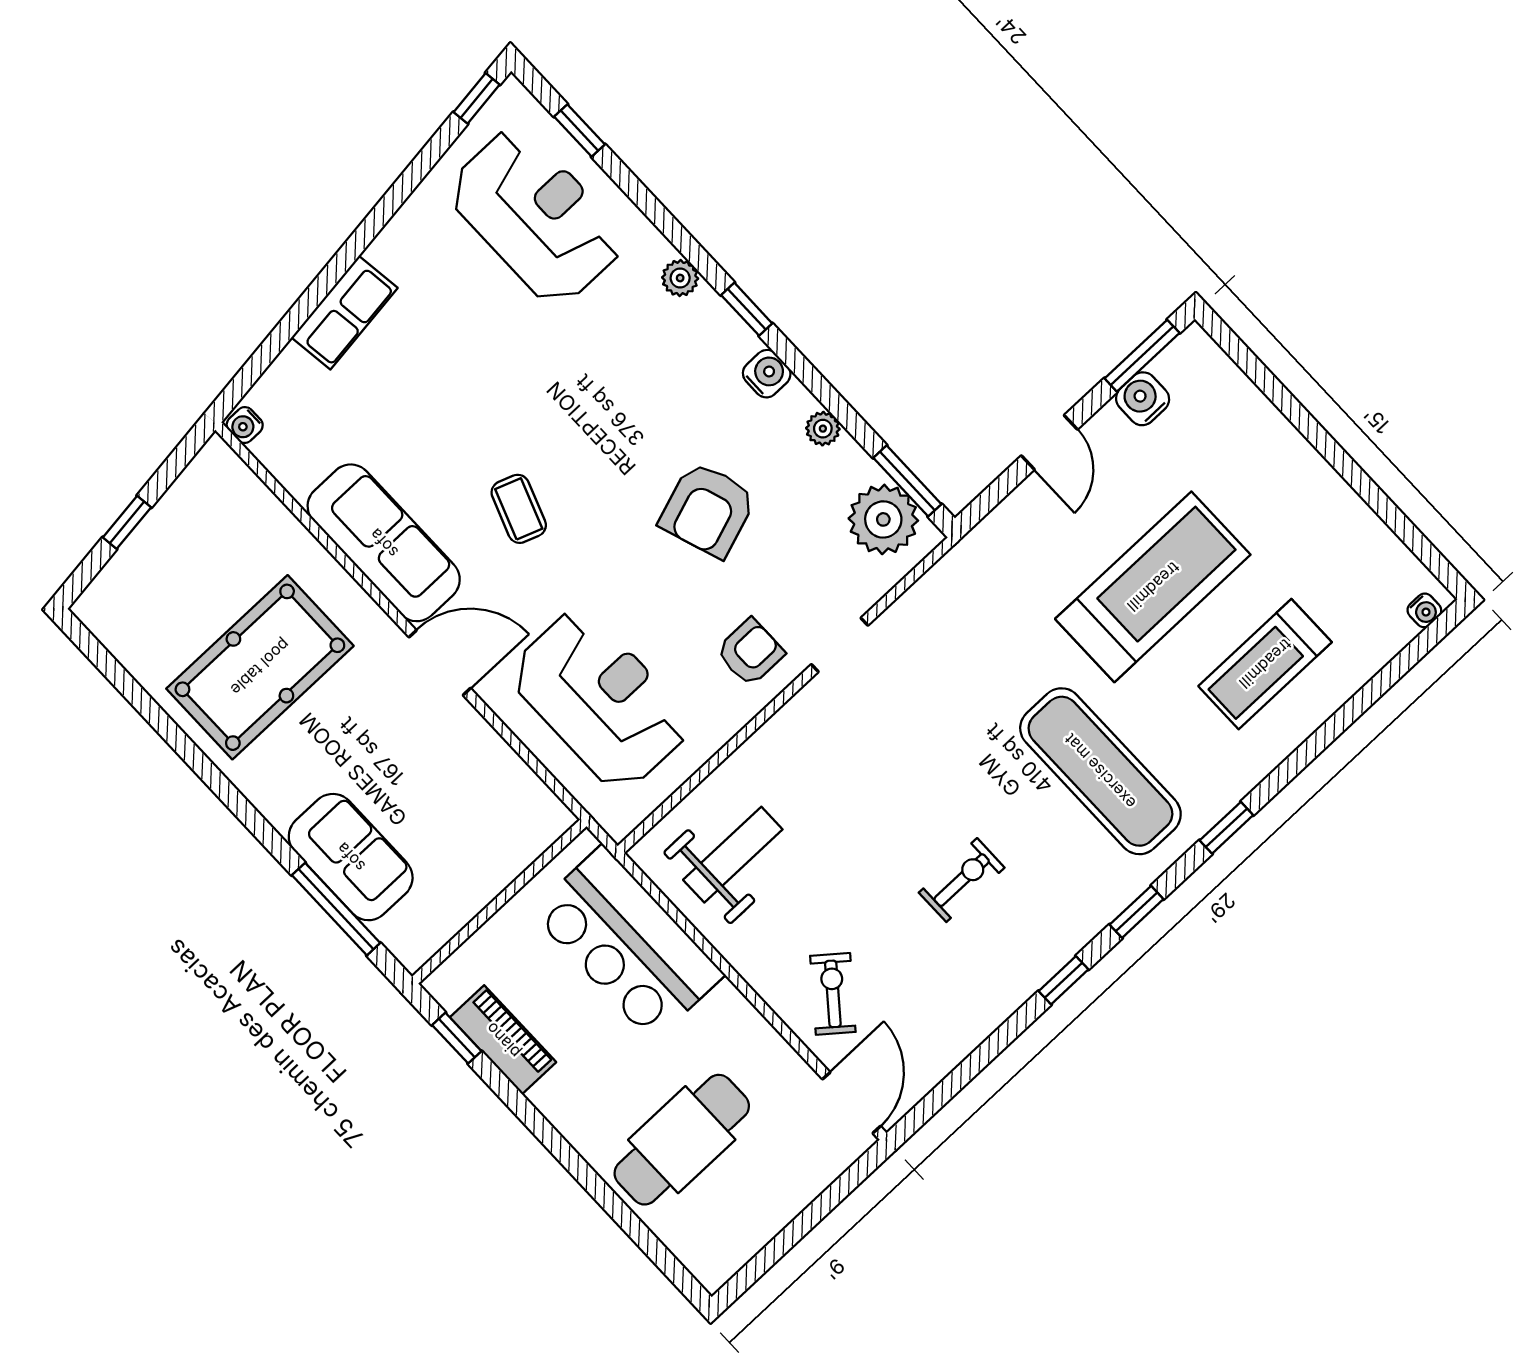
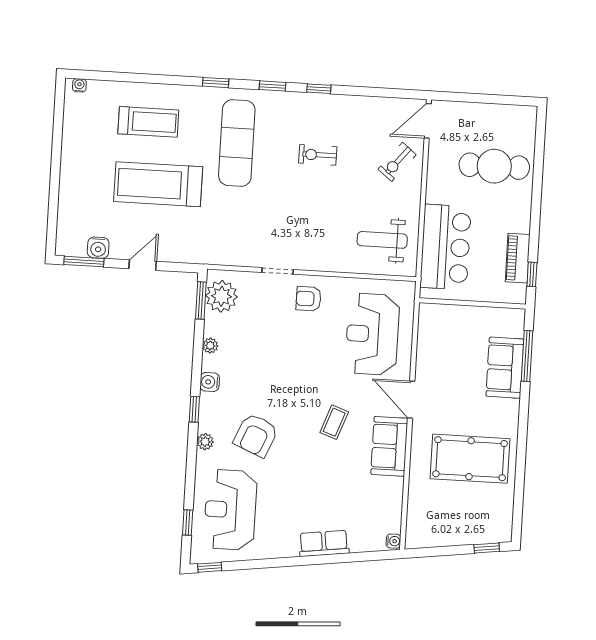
armchair: (708, 510) -> (256, 435), moved, turned 132
window: (127, 522) -> (487, 548), moved
sofa: (384, 543) -> (389, 446), width x0.73

